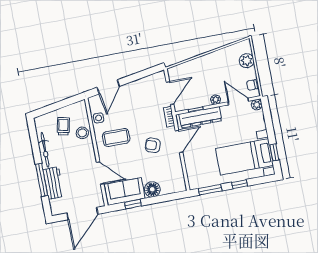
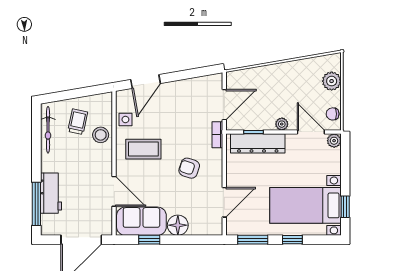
door: (179, 141) -> (224, 202), moved
bicycle: (45, 150) -> (48, 130), moved
window: (42, 180) -> (36, 204), moved

